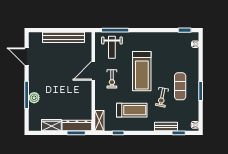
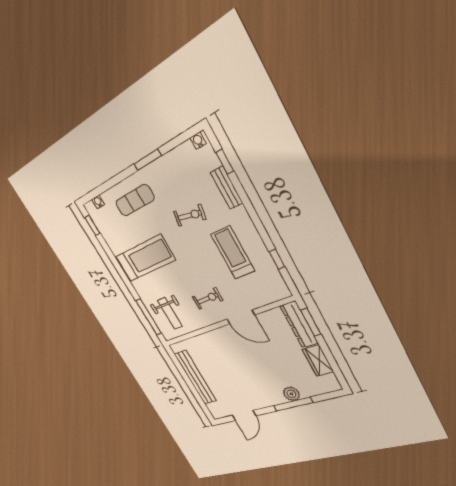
weight bench: (112, 47) -> (170, 313), turned 90
door: (93, 71) -> (241, 317), moved
treadmill: (142, 71) -> (145, 258), moved
exercise mat: (180, 86) -> (135, 200), moved
shelving: (99, 121) -> (274, 295), removed

